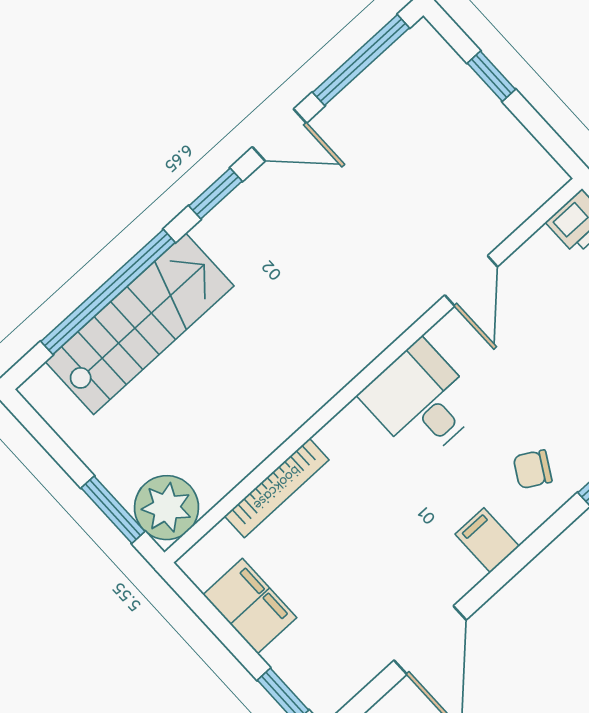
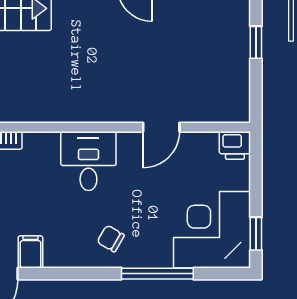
filing cabinet: (487, 540) -> (30, 252), moved

